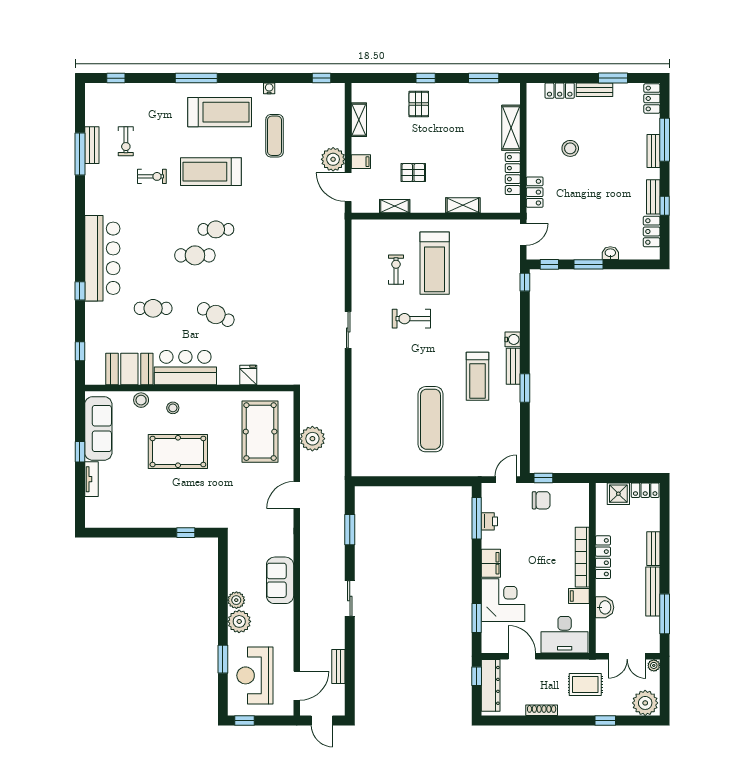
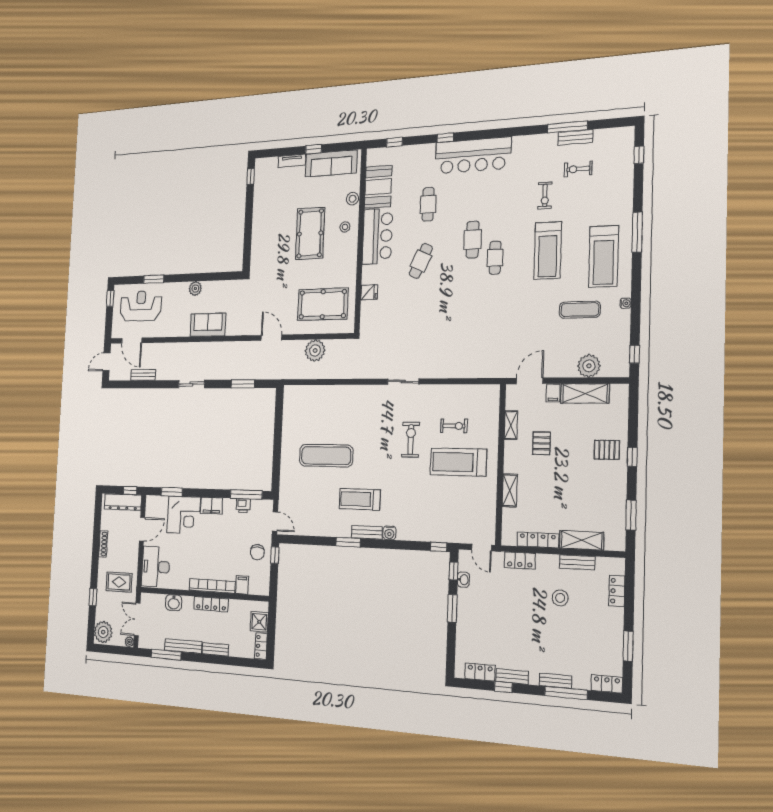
bench: (594, 90) -> (577, 562), moved, turned 90
shelving: (359, 120) -> (585, 393), width x1.50, depth x1.33
plant: (333, 159) -> (589, 366), moved
treadmill: (211, 172) -> (548, 251), turned 180
washbasin: (610, 253) -> (463, 580), moved
window: (186, 533) -> (251, 176), moved
filing cabinet: (579, 596) -> (242, 585), moved
plant: (239, 621) -> (180, 292), removed
rug: (585, 685) -> (119, 582), turned 90

